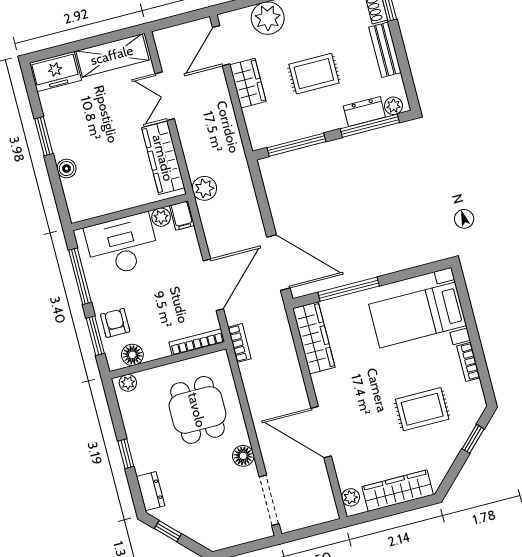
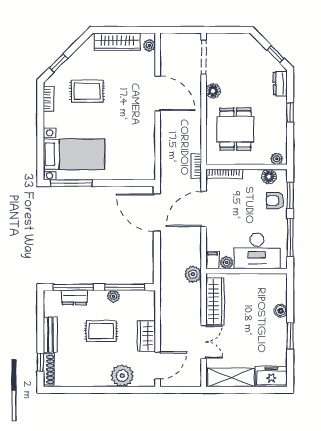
plant: (393, 106) -> (113, 296), moved
window: (349, 289) -> (71, 183), moved
armchair: (115, 323) -> (275, 201), turned 90
wardrobe: (314, 338) -> (146, 157), removed
bookcase: (468, 362) -> (48, 99), moved

